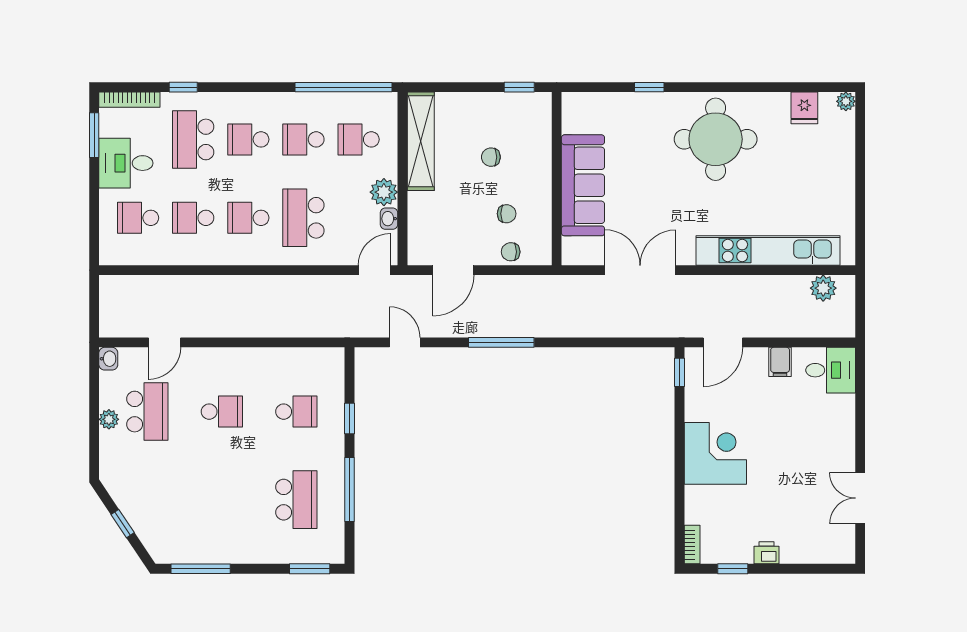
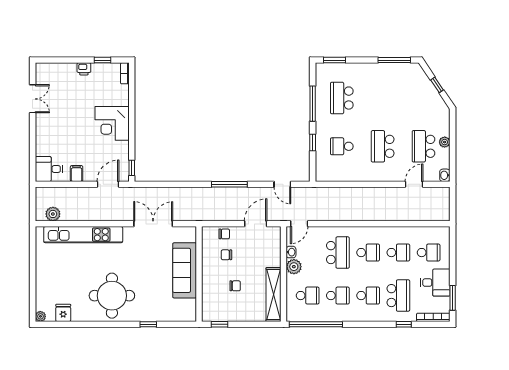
double door: (640, 270) -> (153, 224), swing flipped
school desk: (222, 412) -> (383, 146), width x1.85

